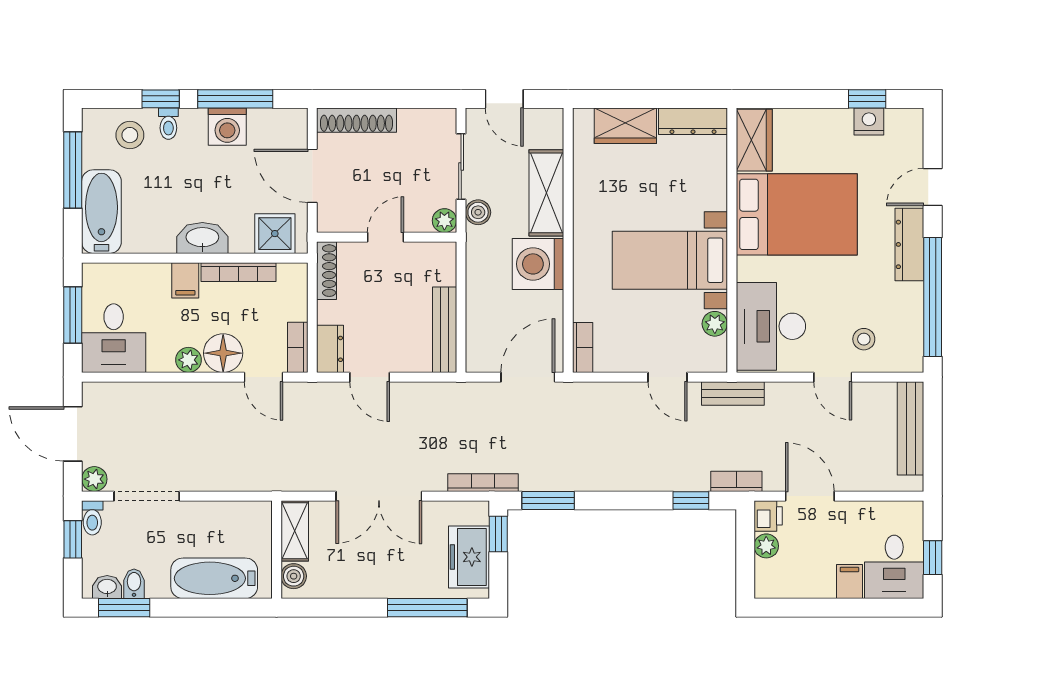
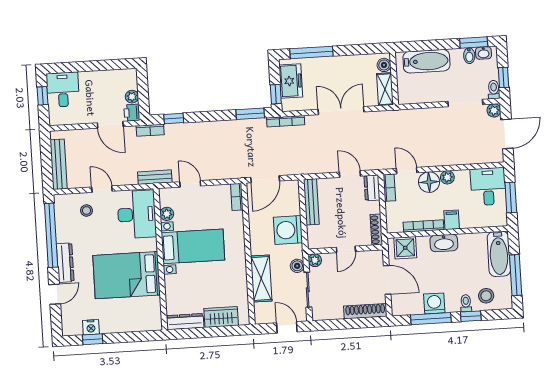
wardrobe: (754, 140) -> (152, 313), removed
washing machine: (538, 264) -> (288, 230), moved, turned 180
door: (73, 434) -> (507, 134), hinge flipped
filing cabinet: (849, 582) -> (86, 80), removed

